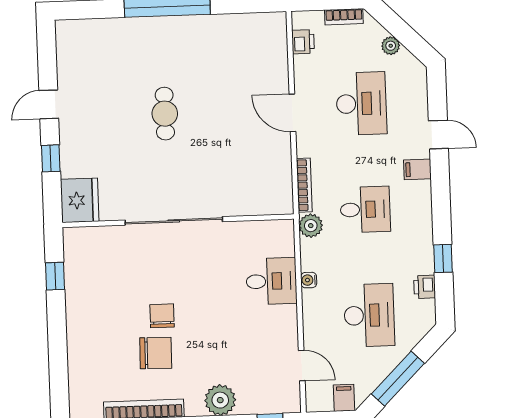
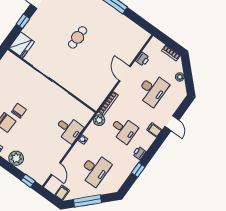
printer: (303, 42) -> (143, 59), moved
printer: (425, 287) -> (139, 153), moved

